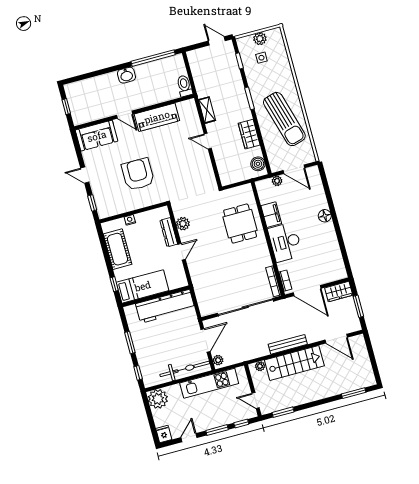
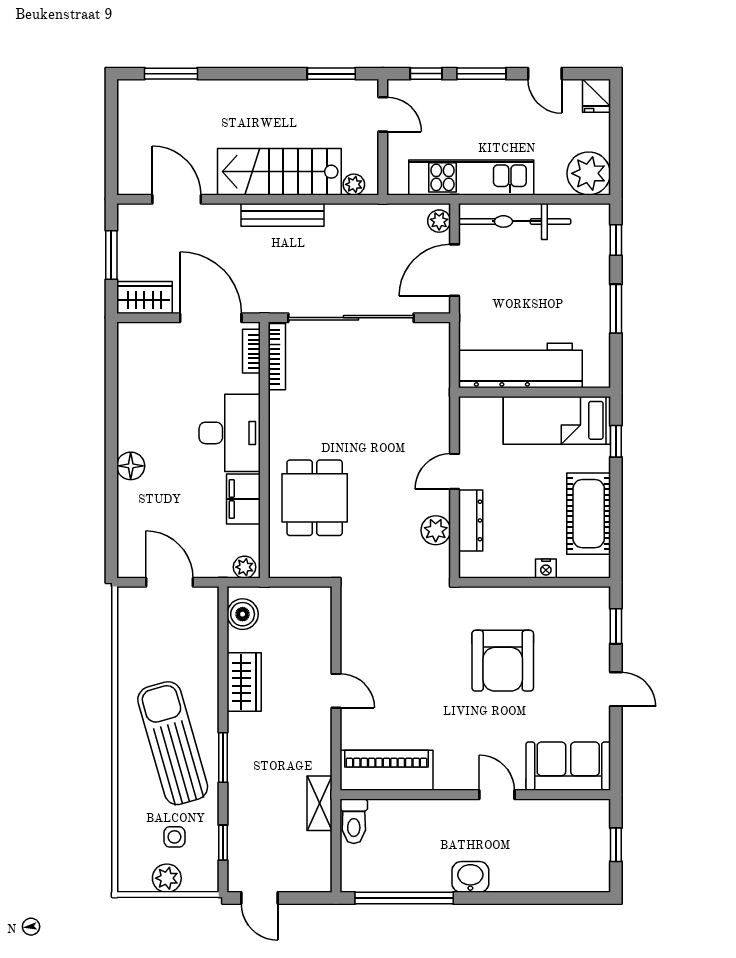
shelving: (207, 110) -> (320, 803), moved
piano: (157, 117) -> (387, 770), moved
sun lounger: (284, 119) -> (173, 743), moved
plant: (277, 181) -> (245, 567), moved
door: (189, 438) -> (545, 74), hinge flipped

